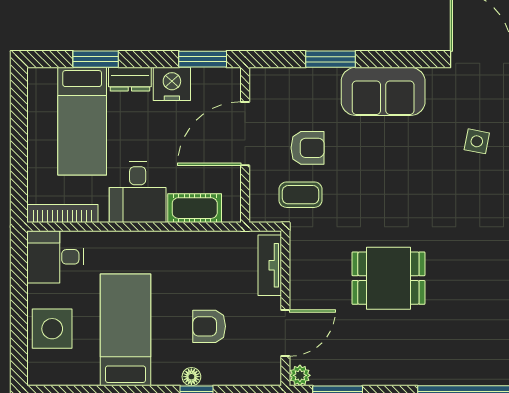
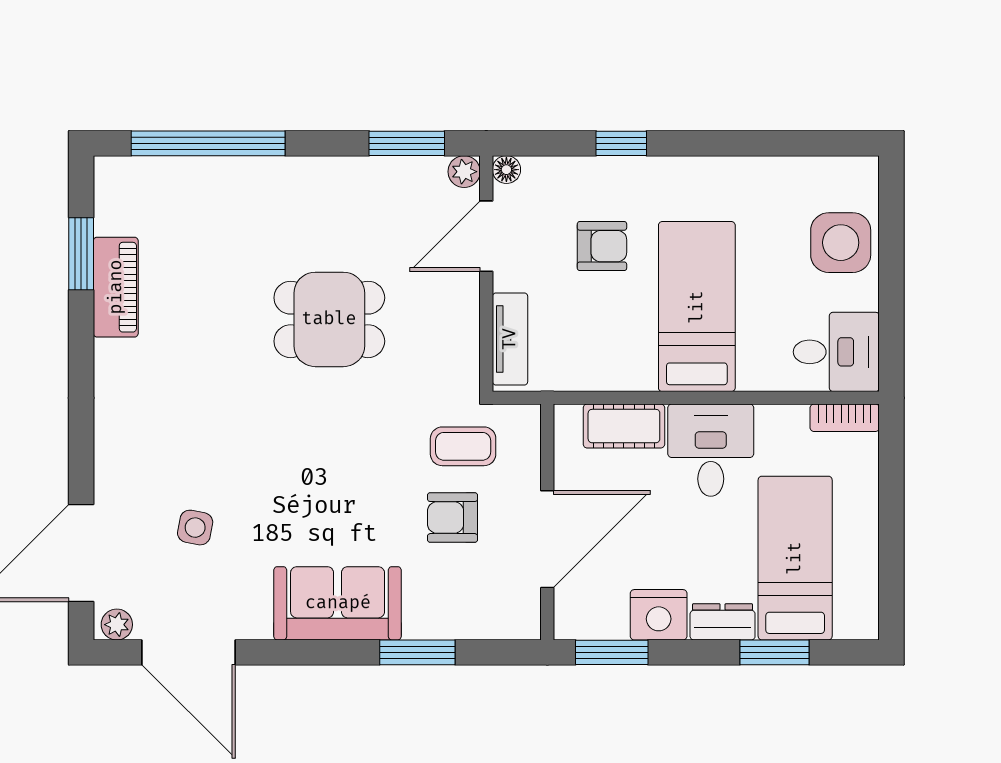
bookcase: (62, 213) -> (845, 418), width x0.64
bed: (125, 330) -> (697, 307), moved, turned 180
floor lamp: (191, 377) -> (506, 170), moved

